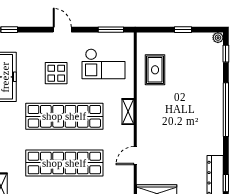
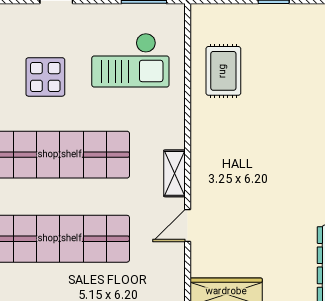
shelving: (128, 112) -> (174, 173), moved

